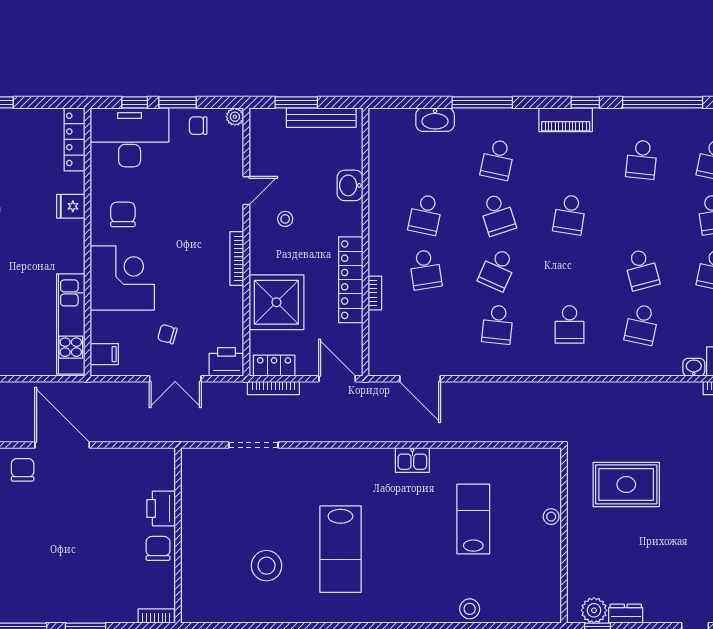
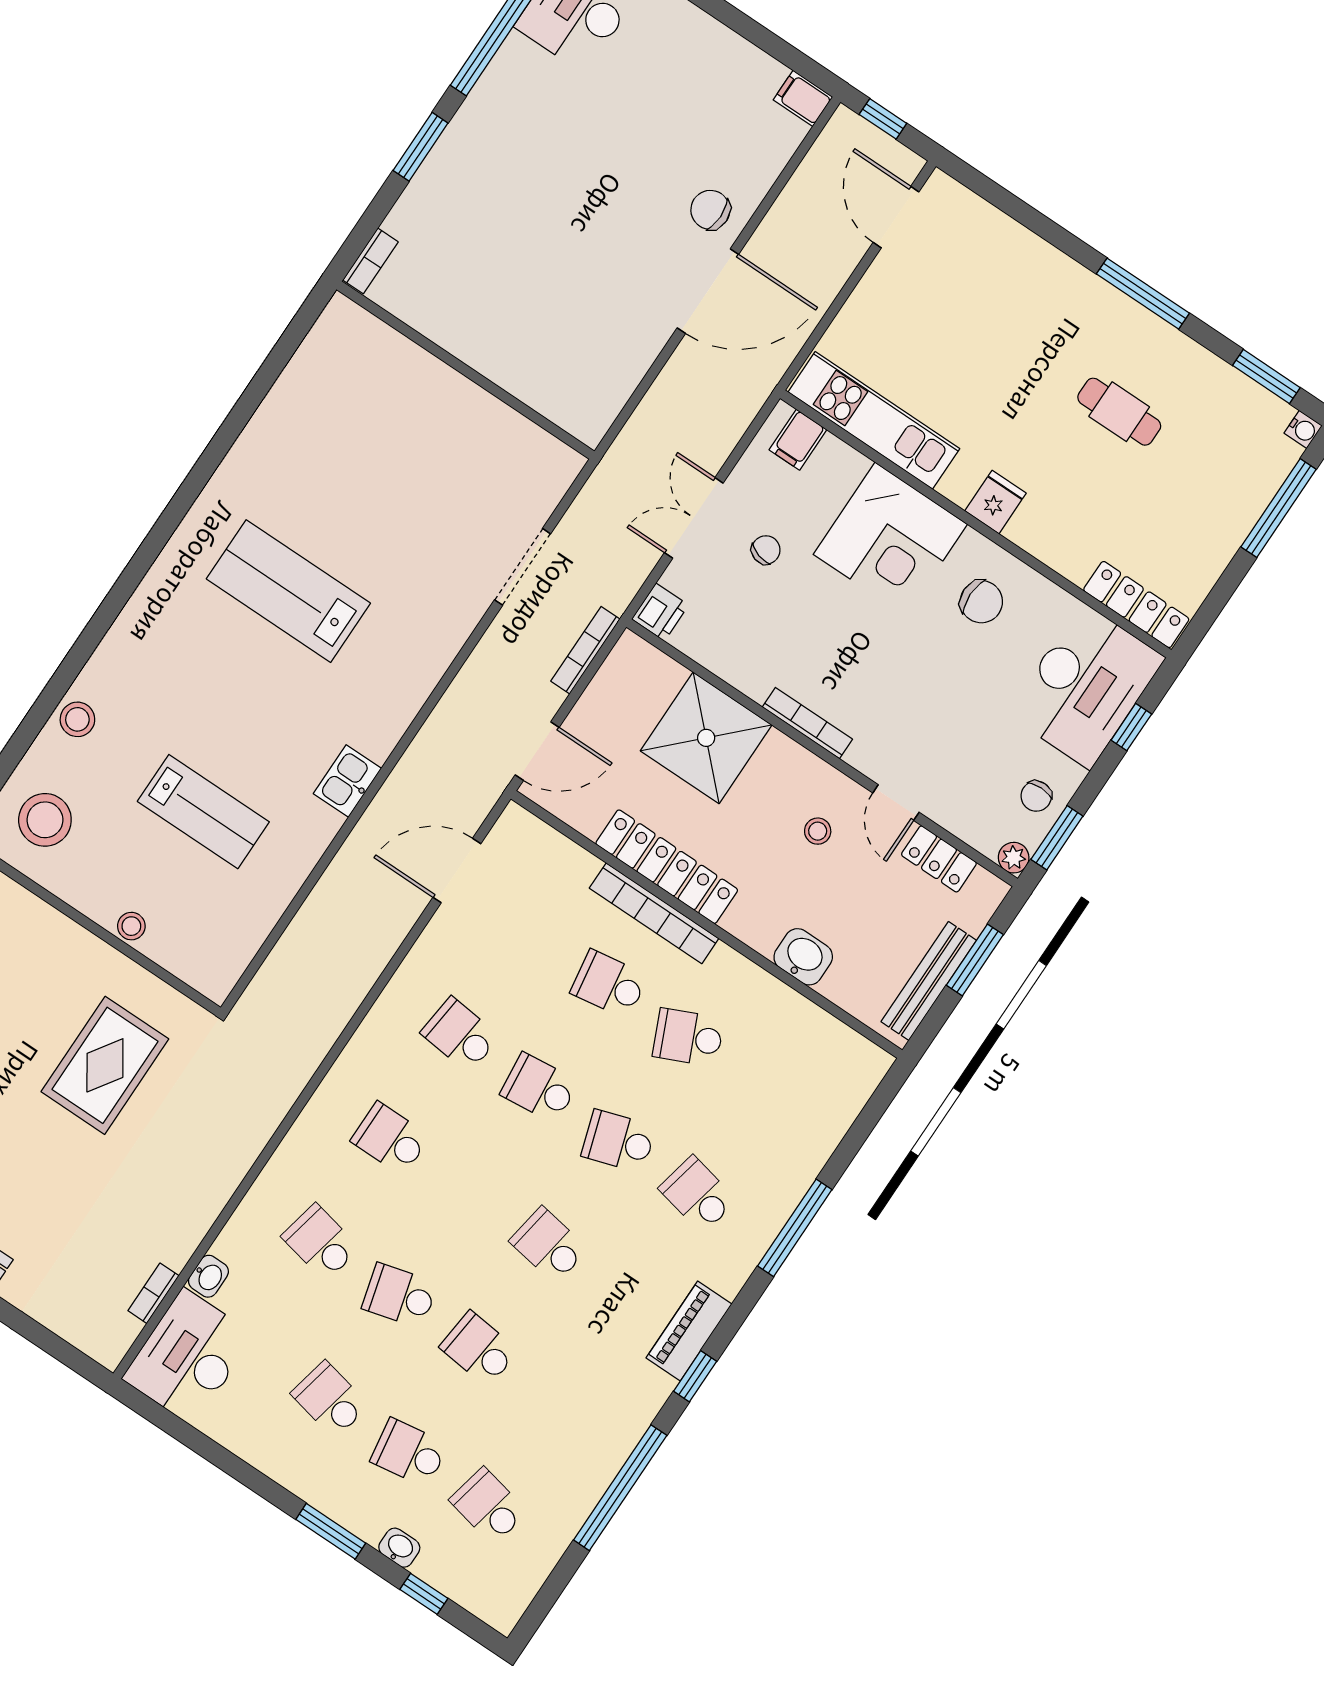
window: (177, 102) -> (1057, 838), moved
washbasin: (435, 120) -> (816, 1143), removed
chair: (198, 126) -> (1036, 796), turned 180
school desk: (642, 160) -> (479, 1349), moved
fridge: (71, 206) -> (995, 502), moved
school desk: (425, 215) -> (688, 1037), turned -36
school desk: (497, 269) -> (539, 1088), turned -30
bookcase: (375, 293) -> (654, 913), width x2.31, depth x1.31
printer: (226, 362) -> (660, 612), width x0.73, depth x0.81
locker: (274, 366) -> (939, 859), moved, turned 90
chair: (23, 470) -> (710, 210), turned 180
printer: (161, 509) -> (521, 372), removed
chair: (158, 548) -> (466, 329), removed
stool: (267, 566) -> (45, 820), moved

